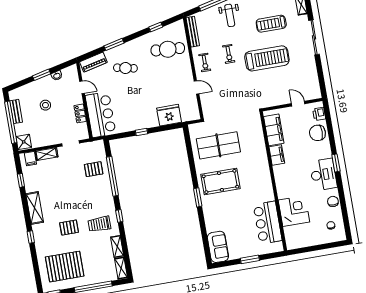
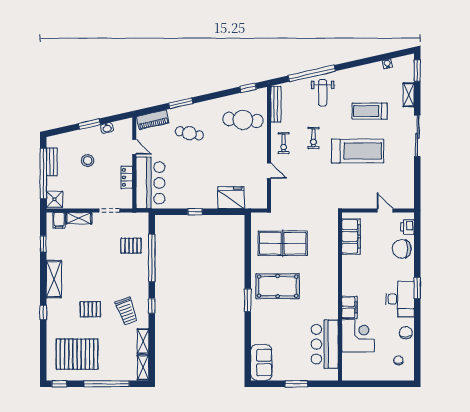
window: (156, 27) -> (248, 88), moved
filing cabinet: (277, 155) -> (349, 307), moved
trolley: (99, 224) -> (127, 311), turned -110

